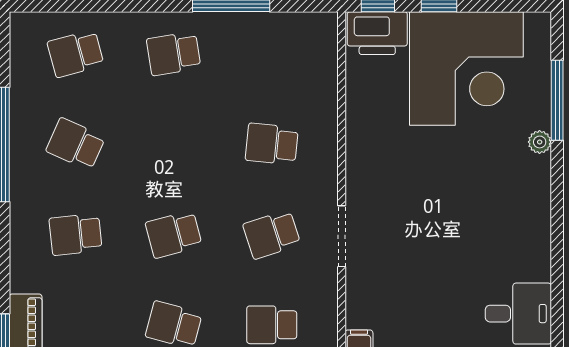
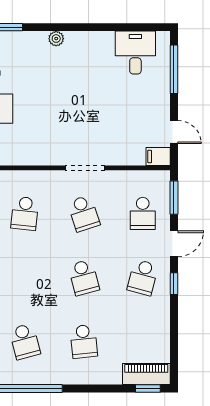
plant: (540, 142) -> (56, 39), moved
school desk: (76, 144) -> (25, 341), turned -39

